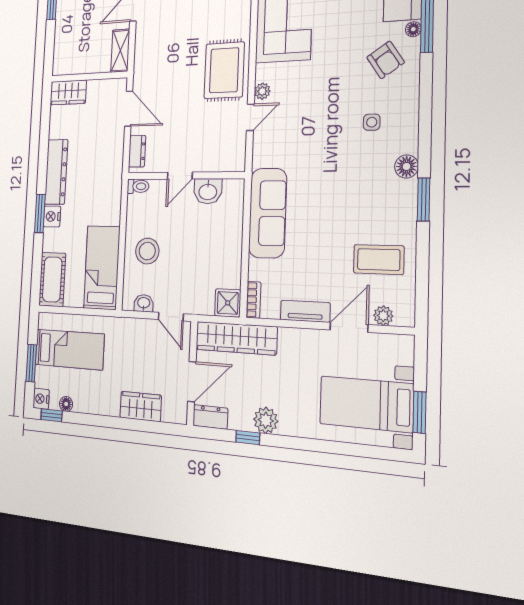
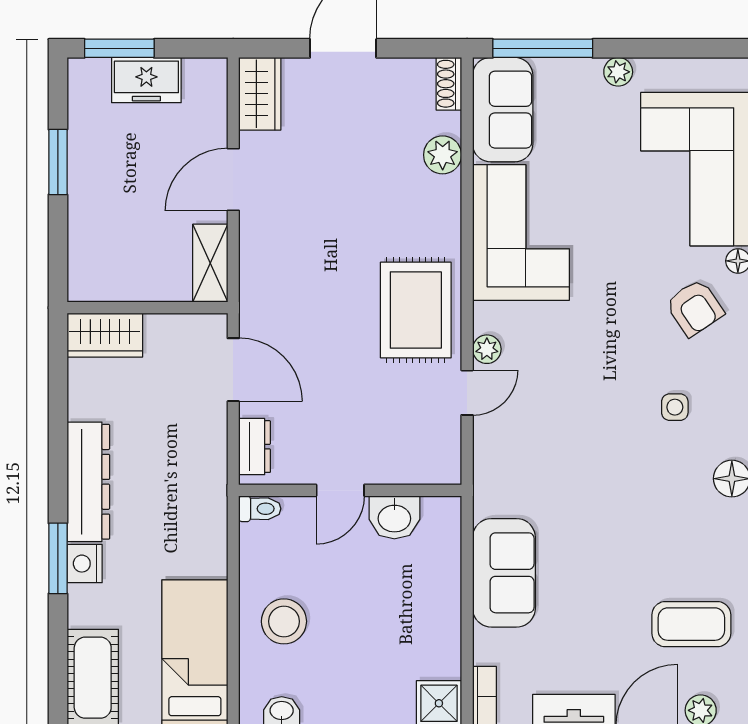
sofa: (268, 213) -> (504, 573), width x0.73

